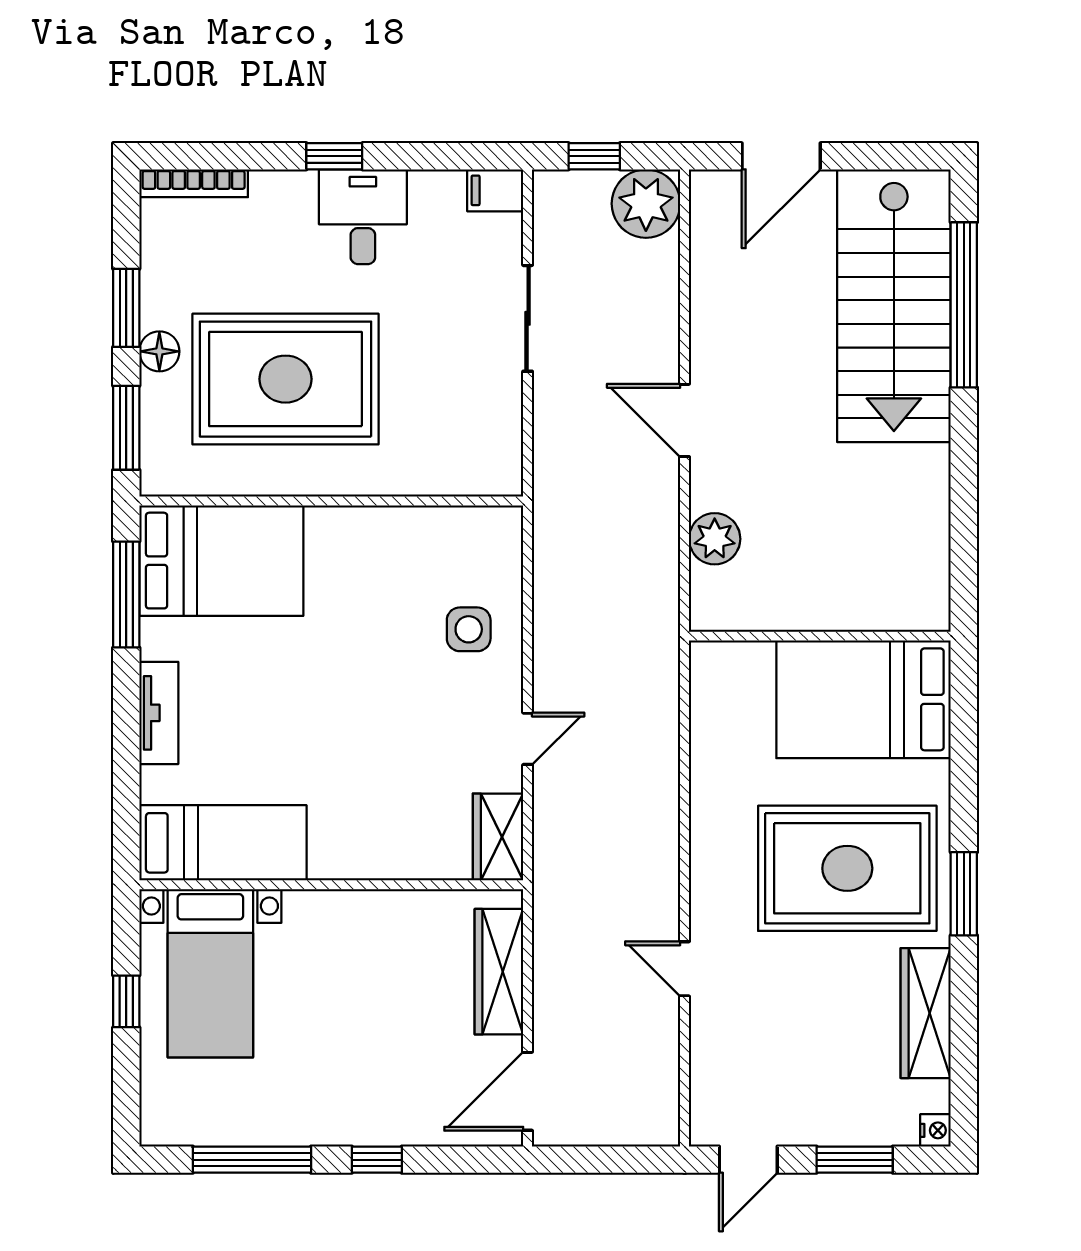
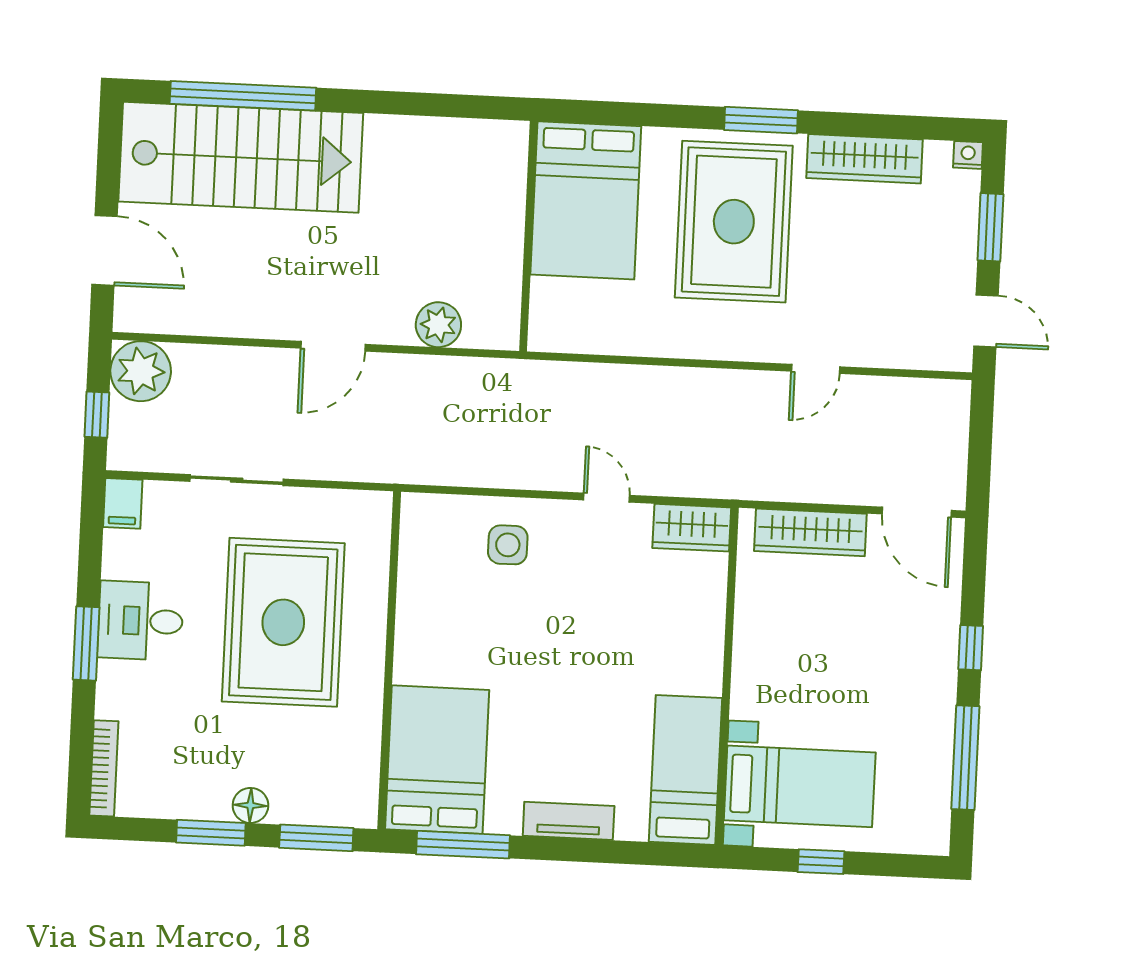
window: (334, 156) -> (86, 643), width x1.50
rug: (286, 379) -> (283, 622), moved

